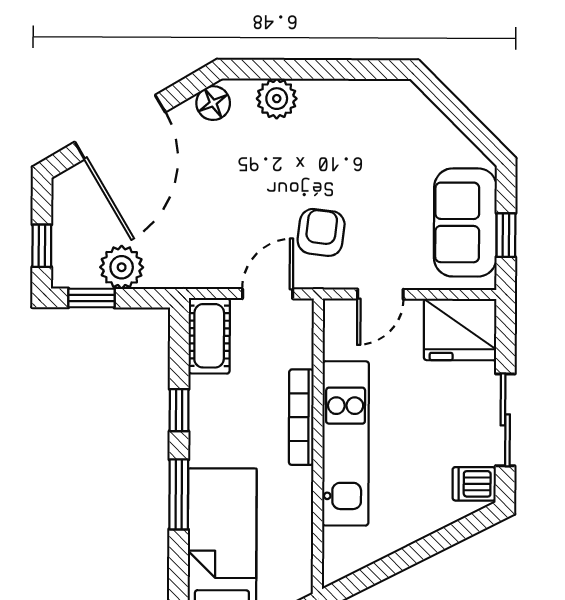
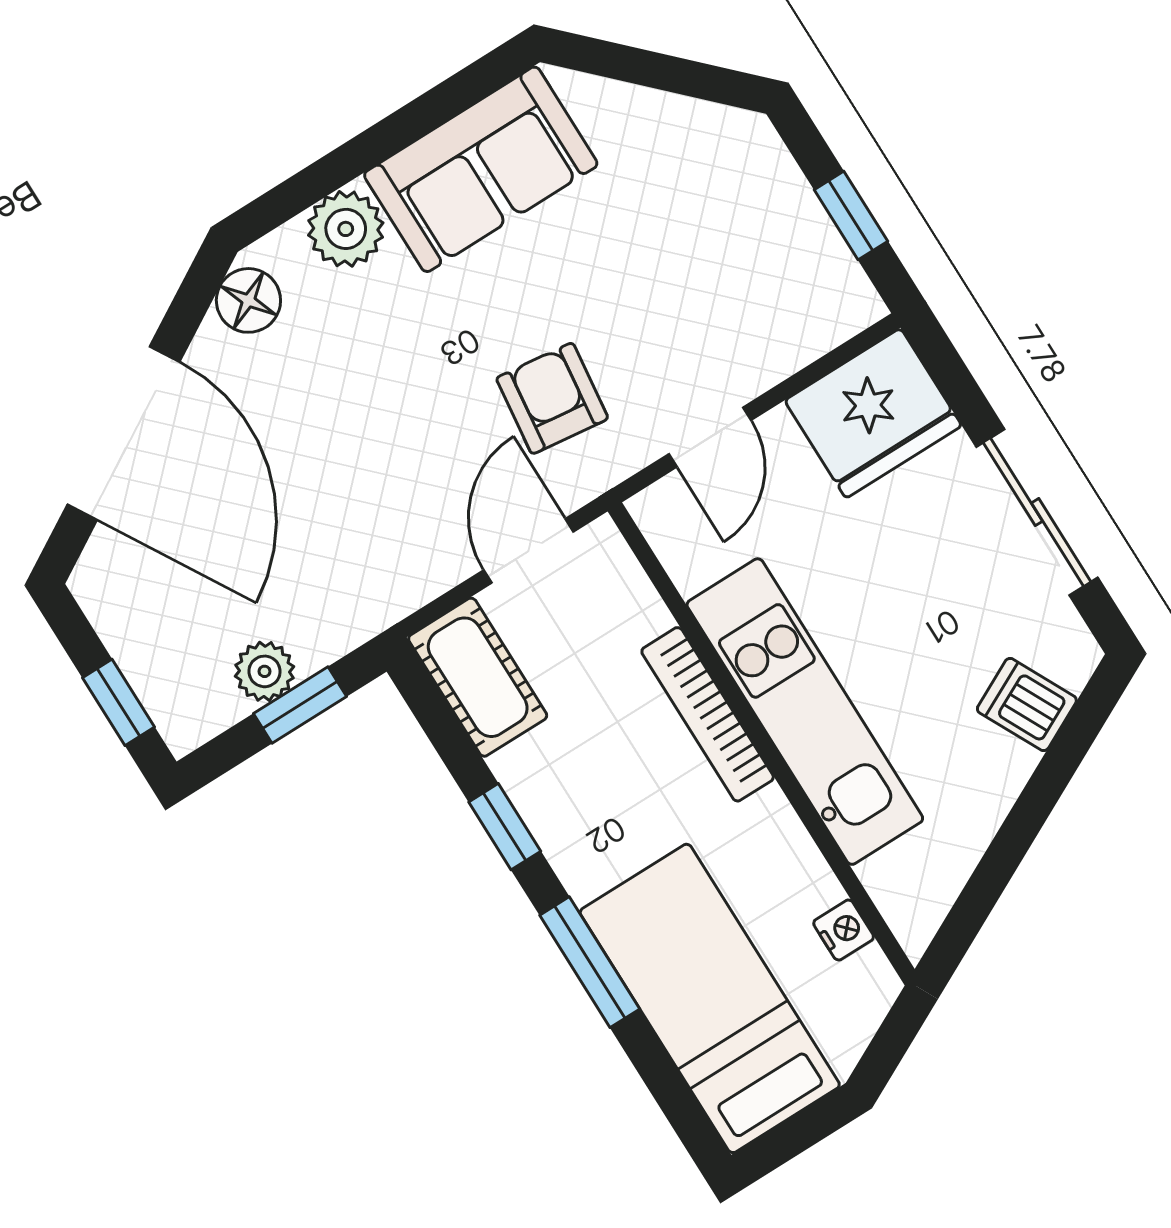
sofa: (465, 222) -> (481, 169), moved, turned -90
plant: (122, 267) -> (265, 671), width x0.73, depth x0.73
window: (91, 298) -> (300, 705), moved
dishwasher: (474, 484) -> (1027, 705), moved, turned 63
nightstand: (301, 552) -> (844, 930), added

